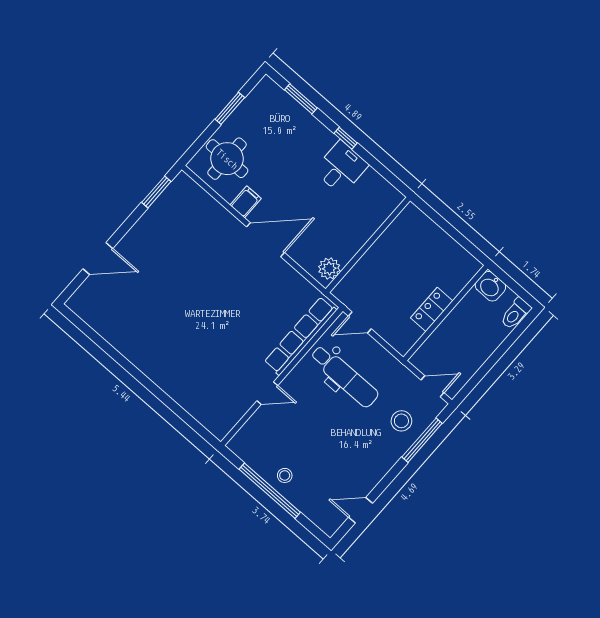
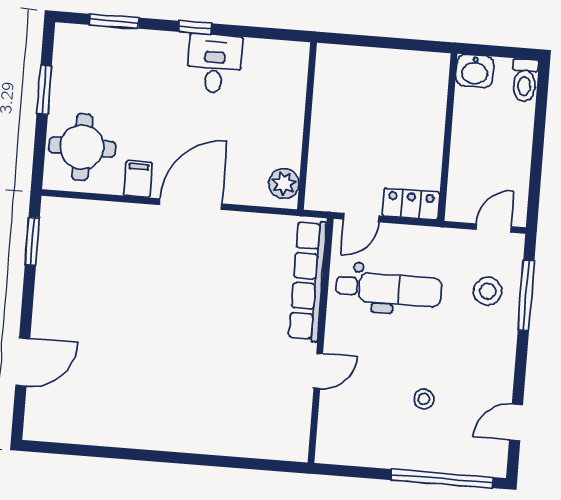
locker: (432, 309) -> (411, 204), moved, turned 90
stool: (285, 475) -> (424, 399), moved
window: (270, 491) -> (442, 479), moved

